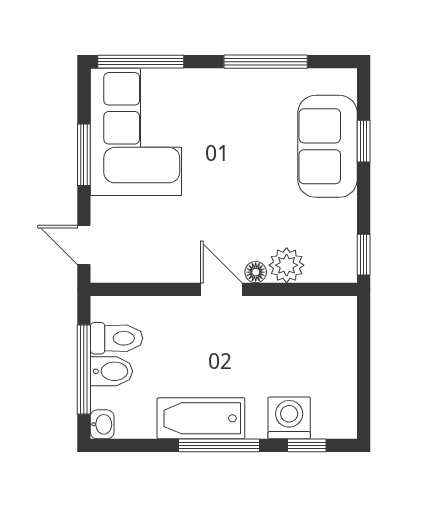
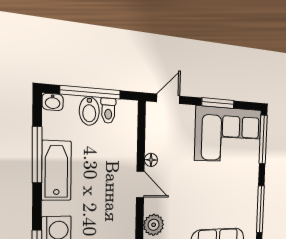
floor lamp: (256, 272) -> (151, 160), moved
door: (221, 289) -> (140, 184), hinge flipped
toilet: (116, 338) -> (108, 111), width x0.73, depth x0.72
window: (219, 445) -> (37, 155), moved

